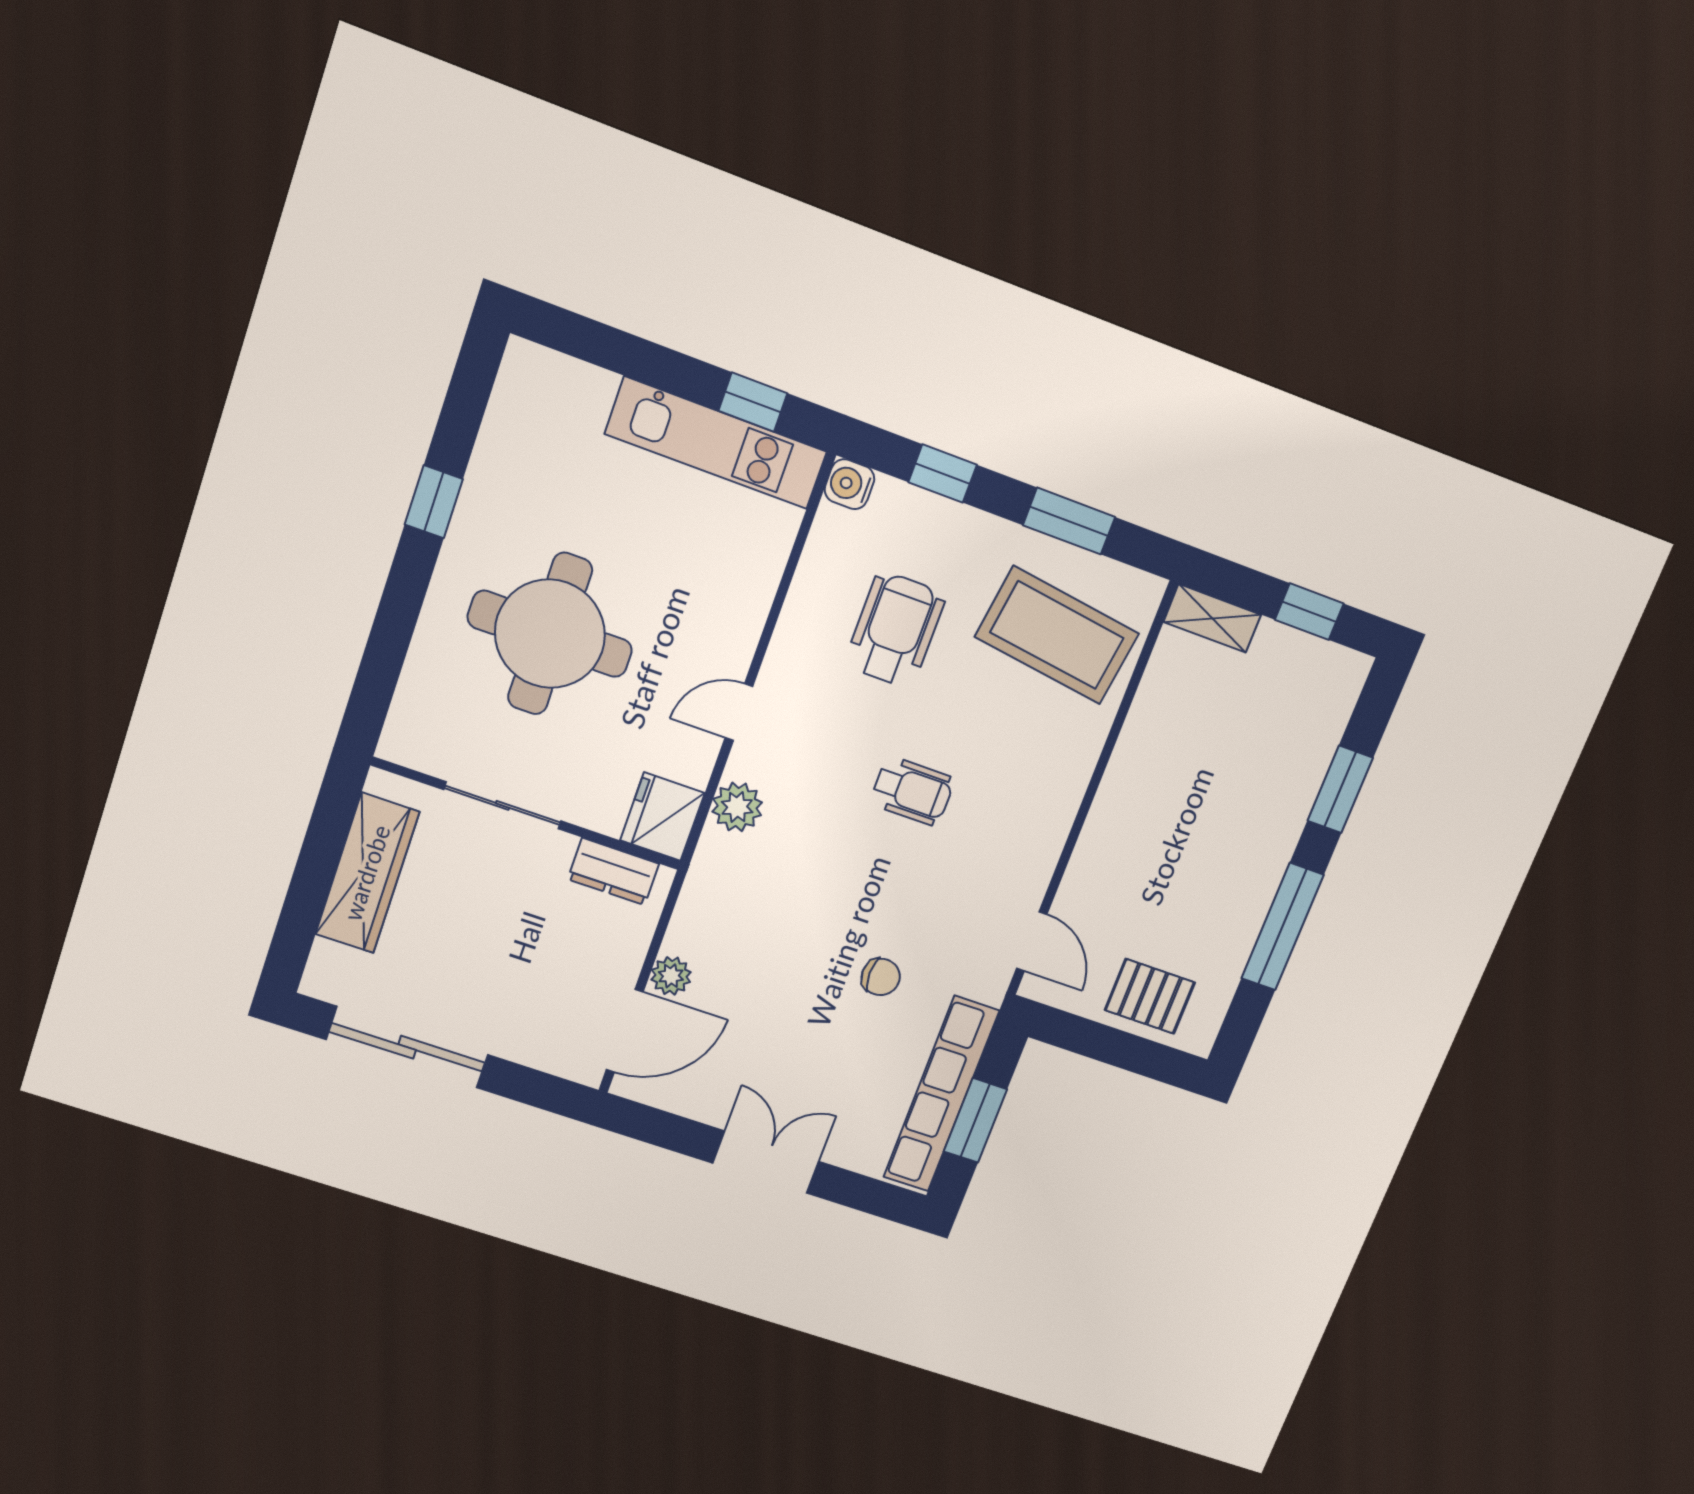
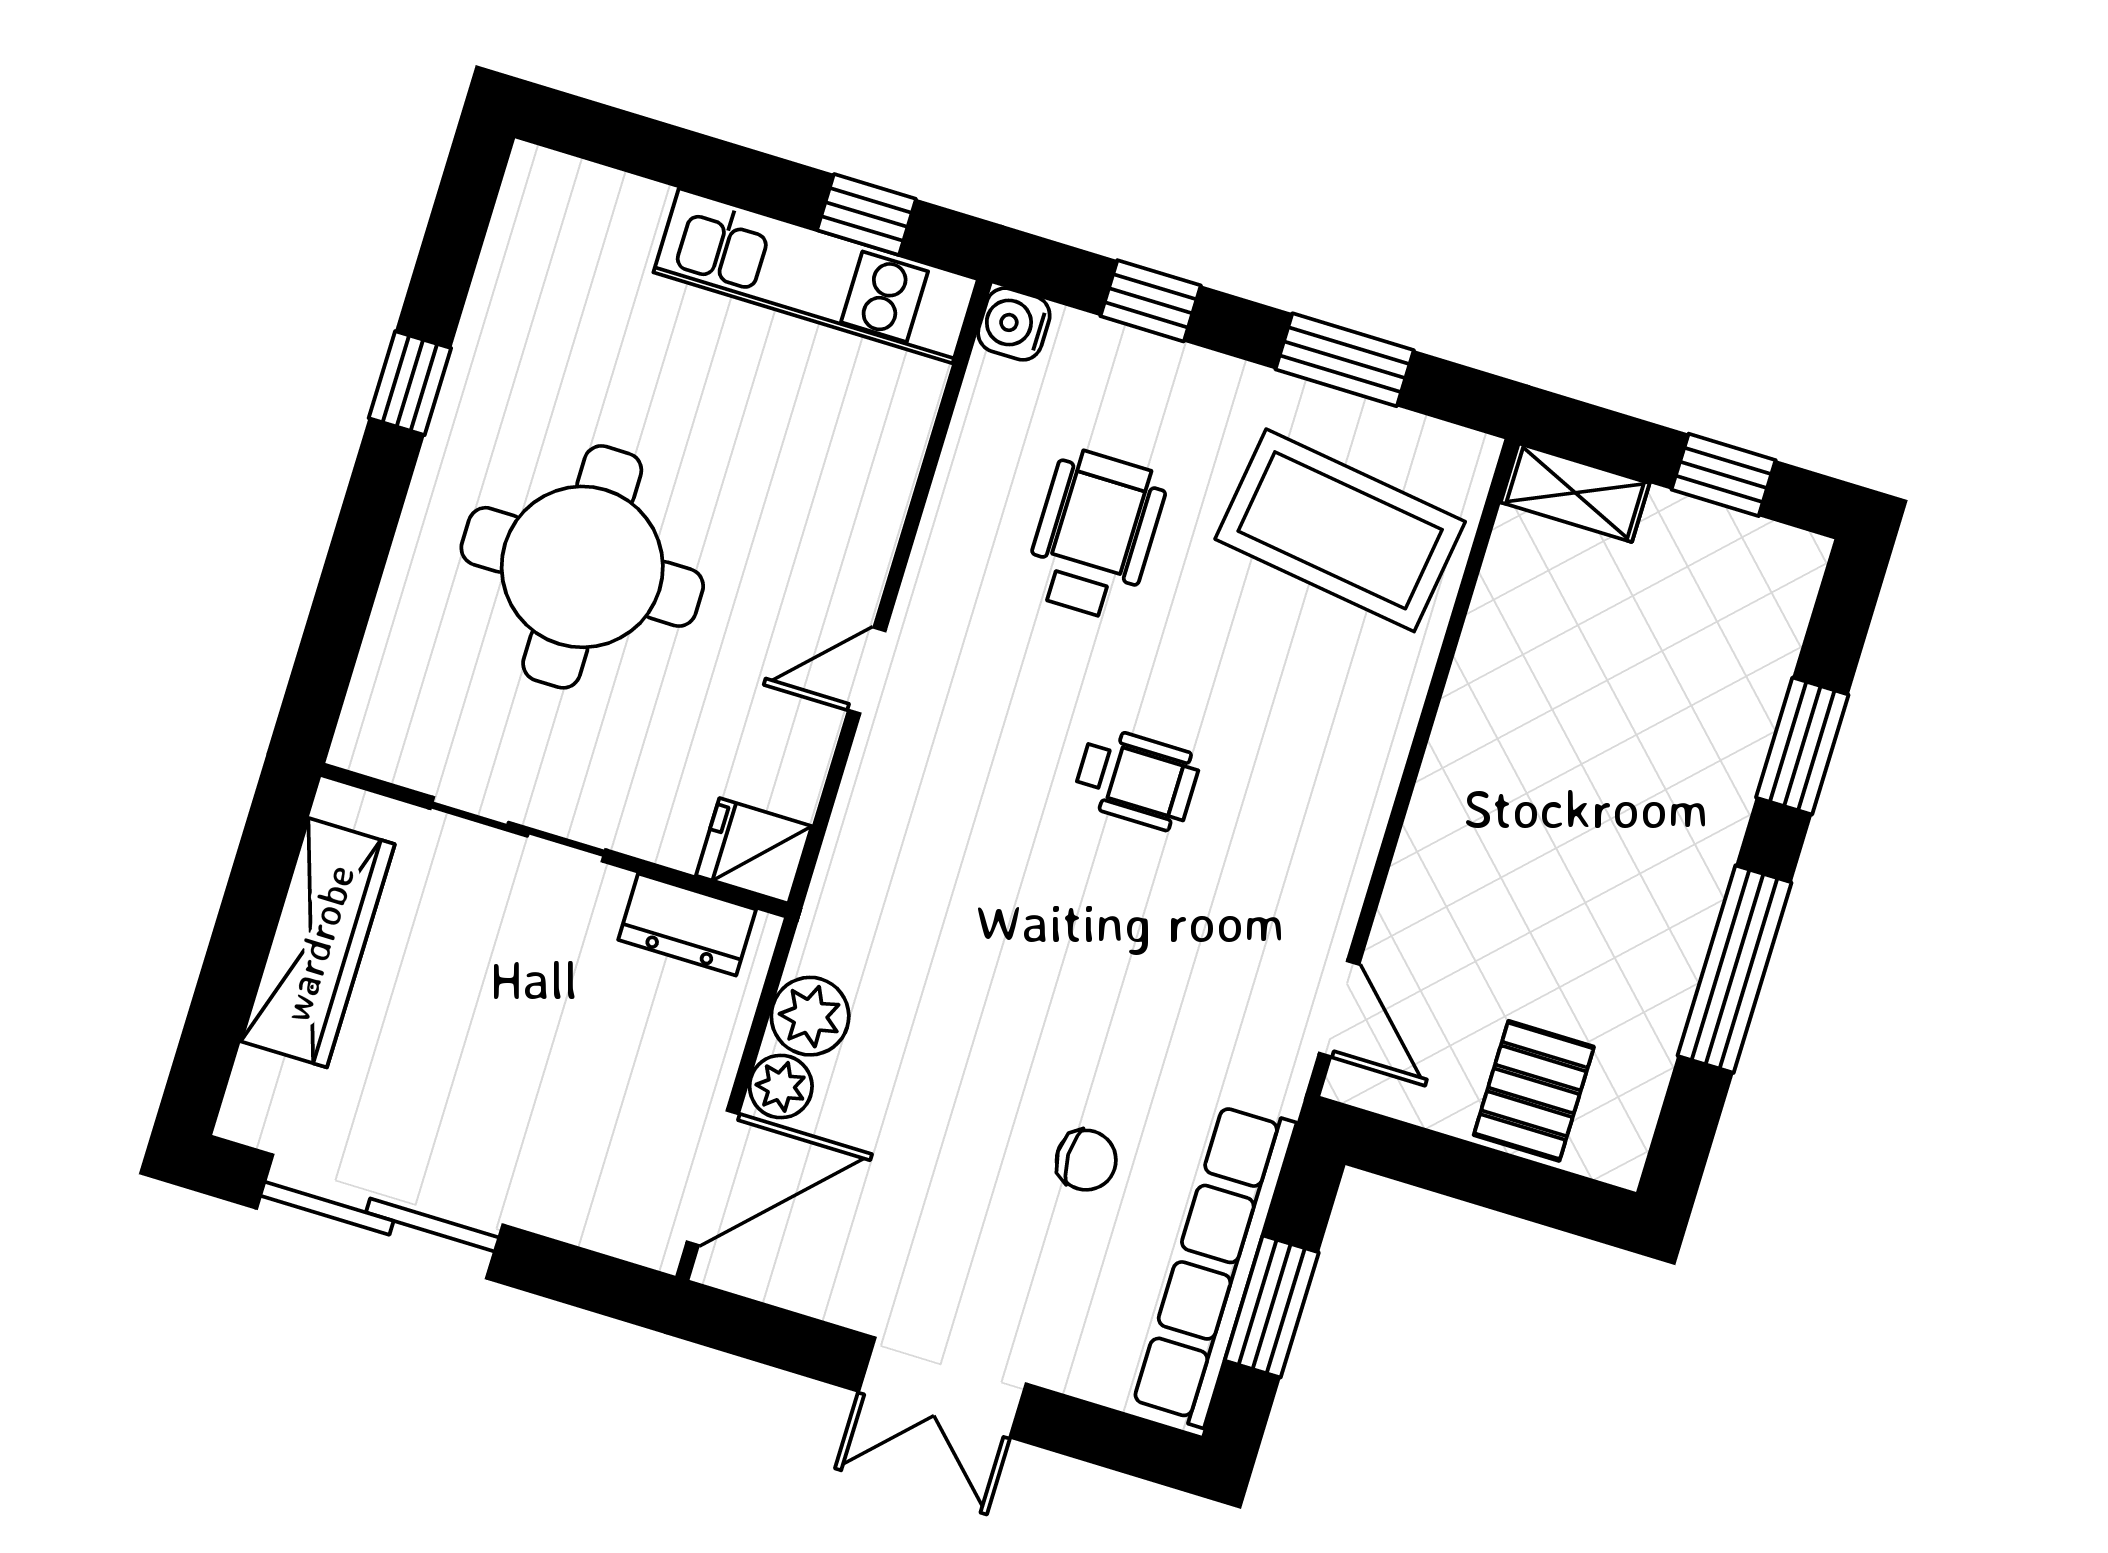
plant: (737, 807) -> (810, 1016), moved
fridge: (662, 817) -> (754, 851), width x0.72
chair: (881, 977) -> (1086, 1160), moved
pallet: (1150, 996) -> (1534, 1091), turned 90
double door: (766, 1162) -> (942, 1388), swing flipped

